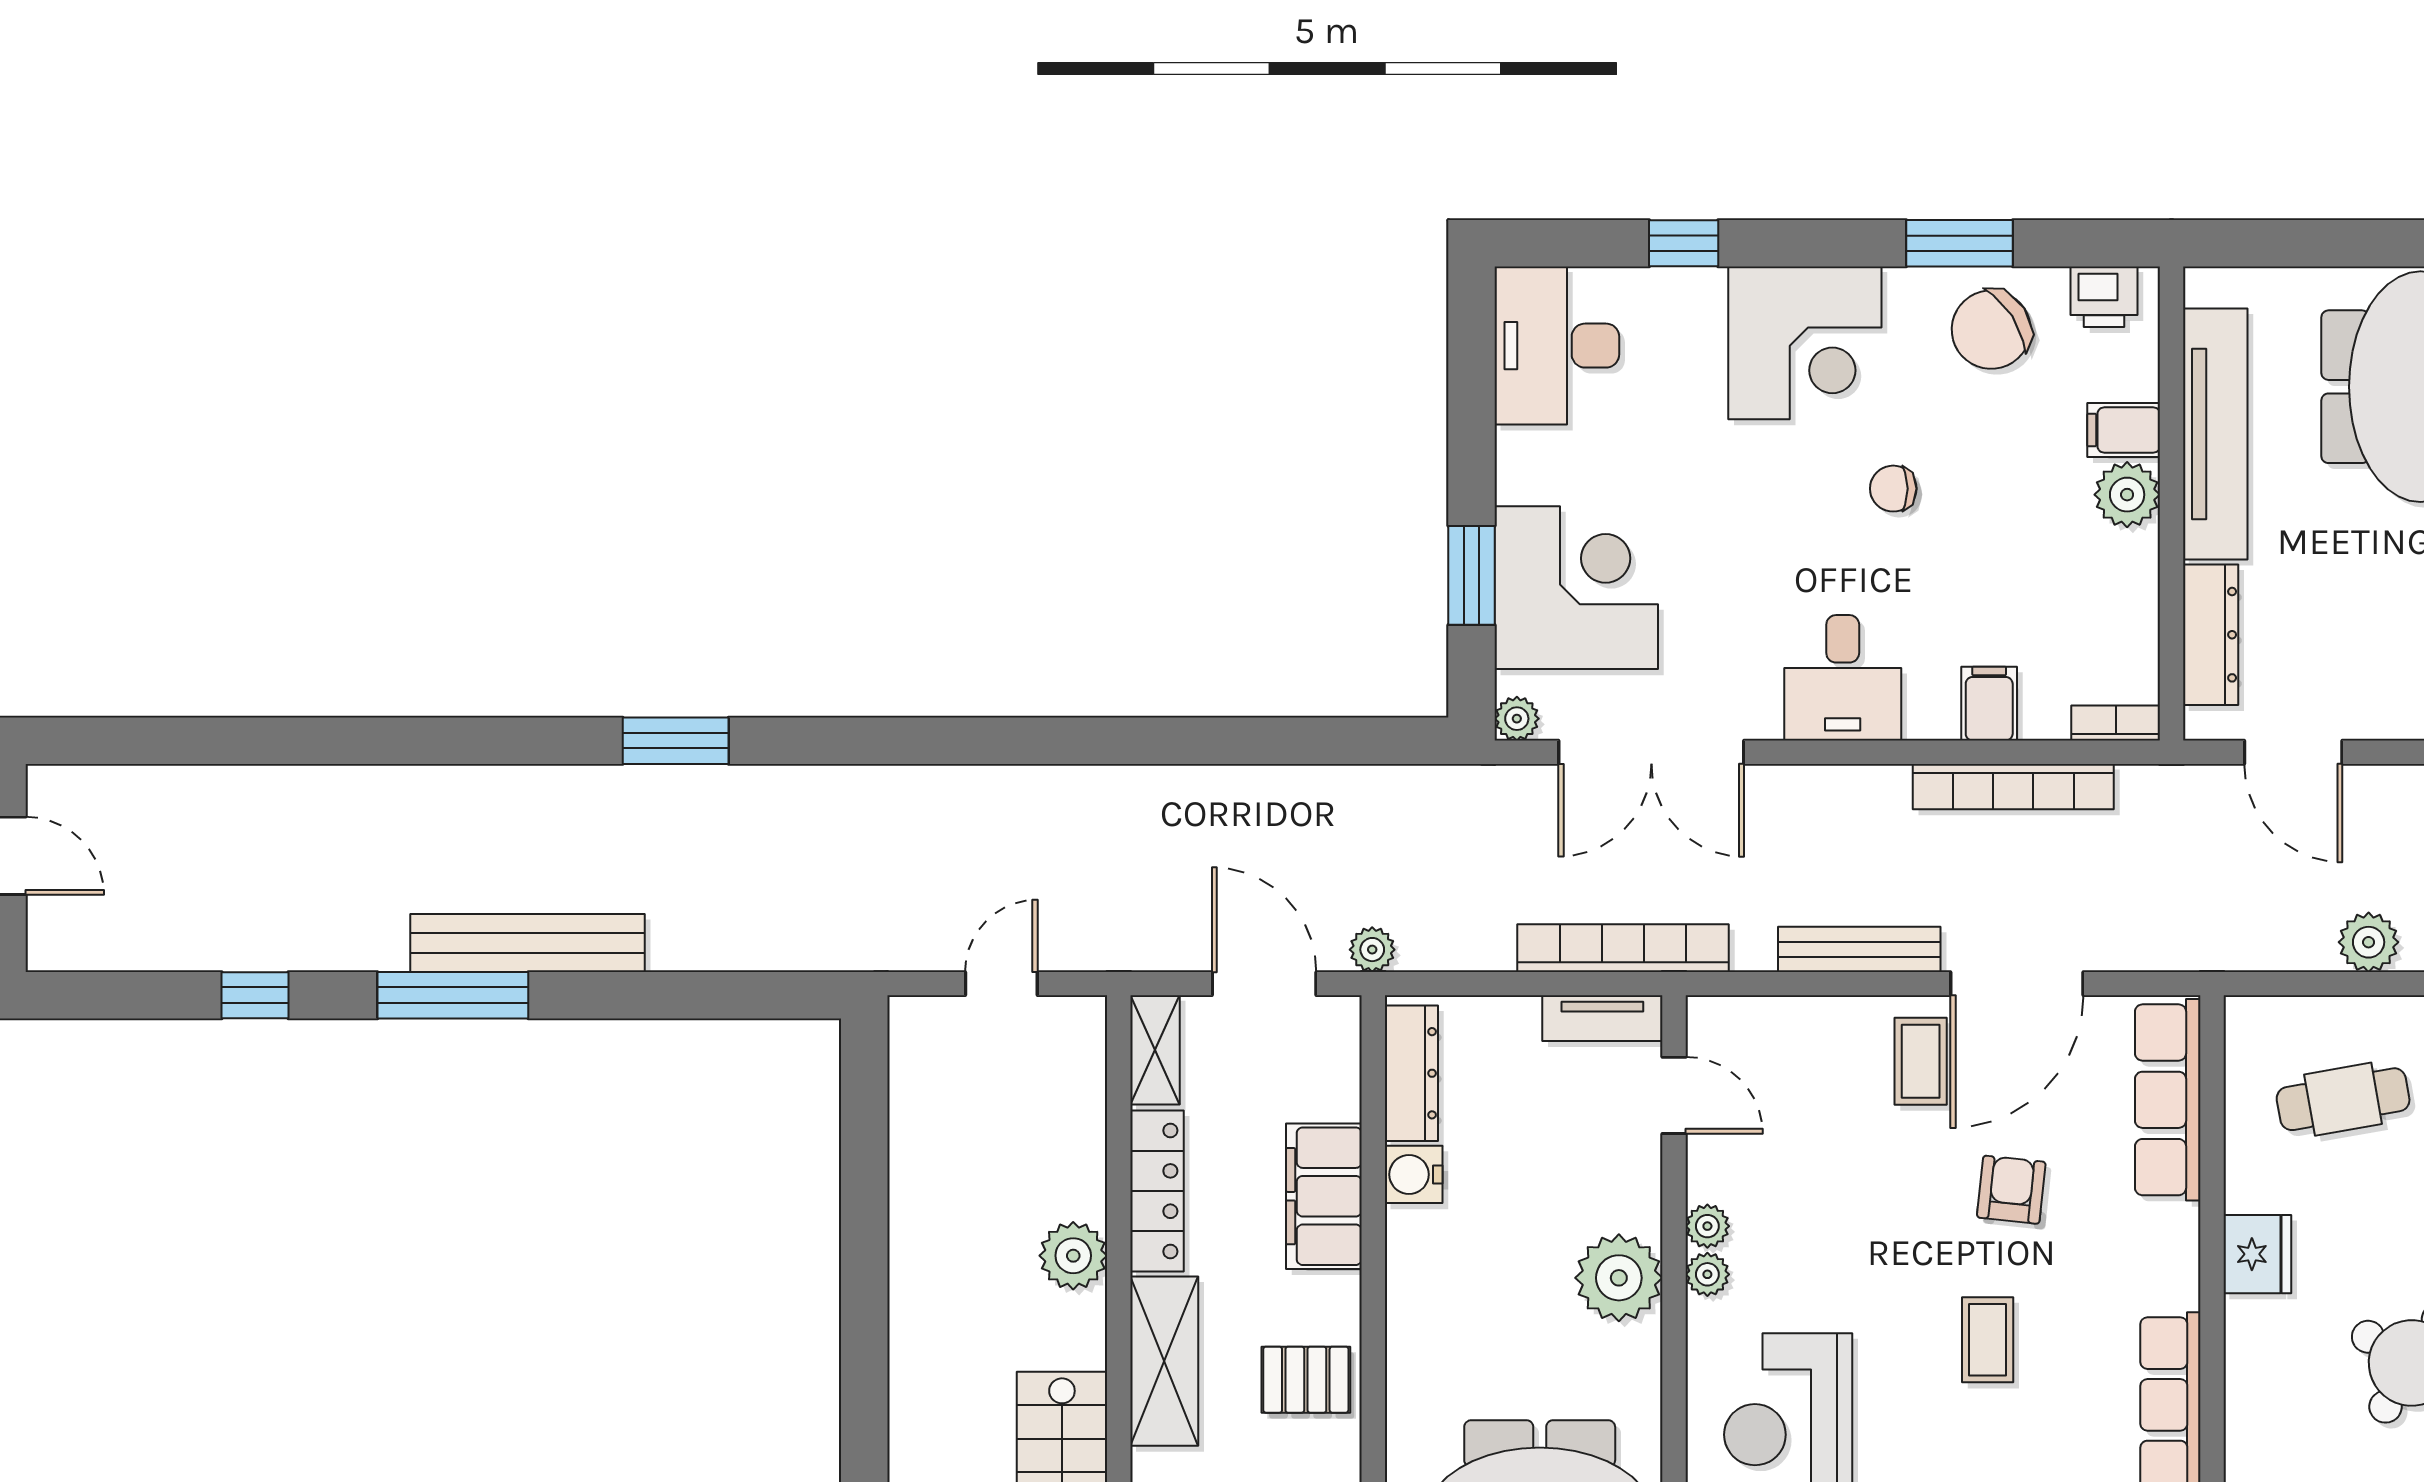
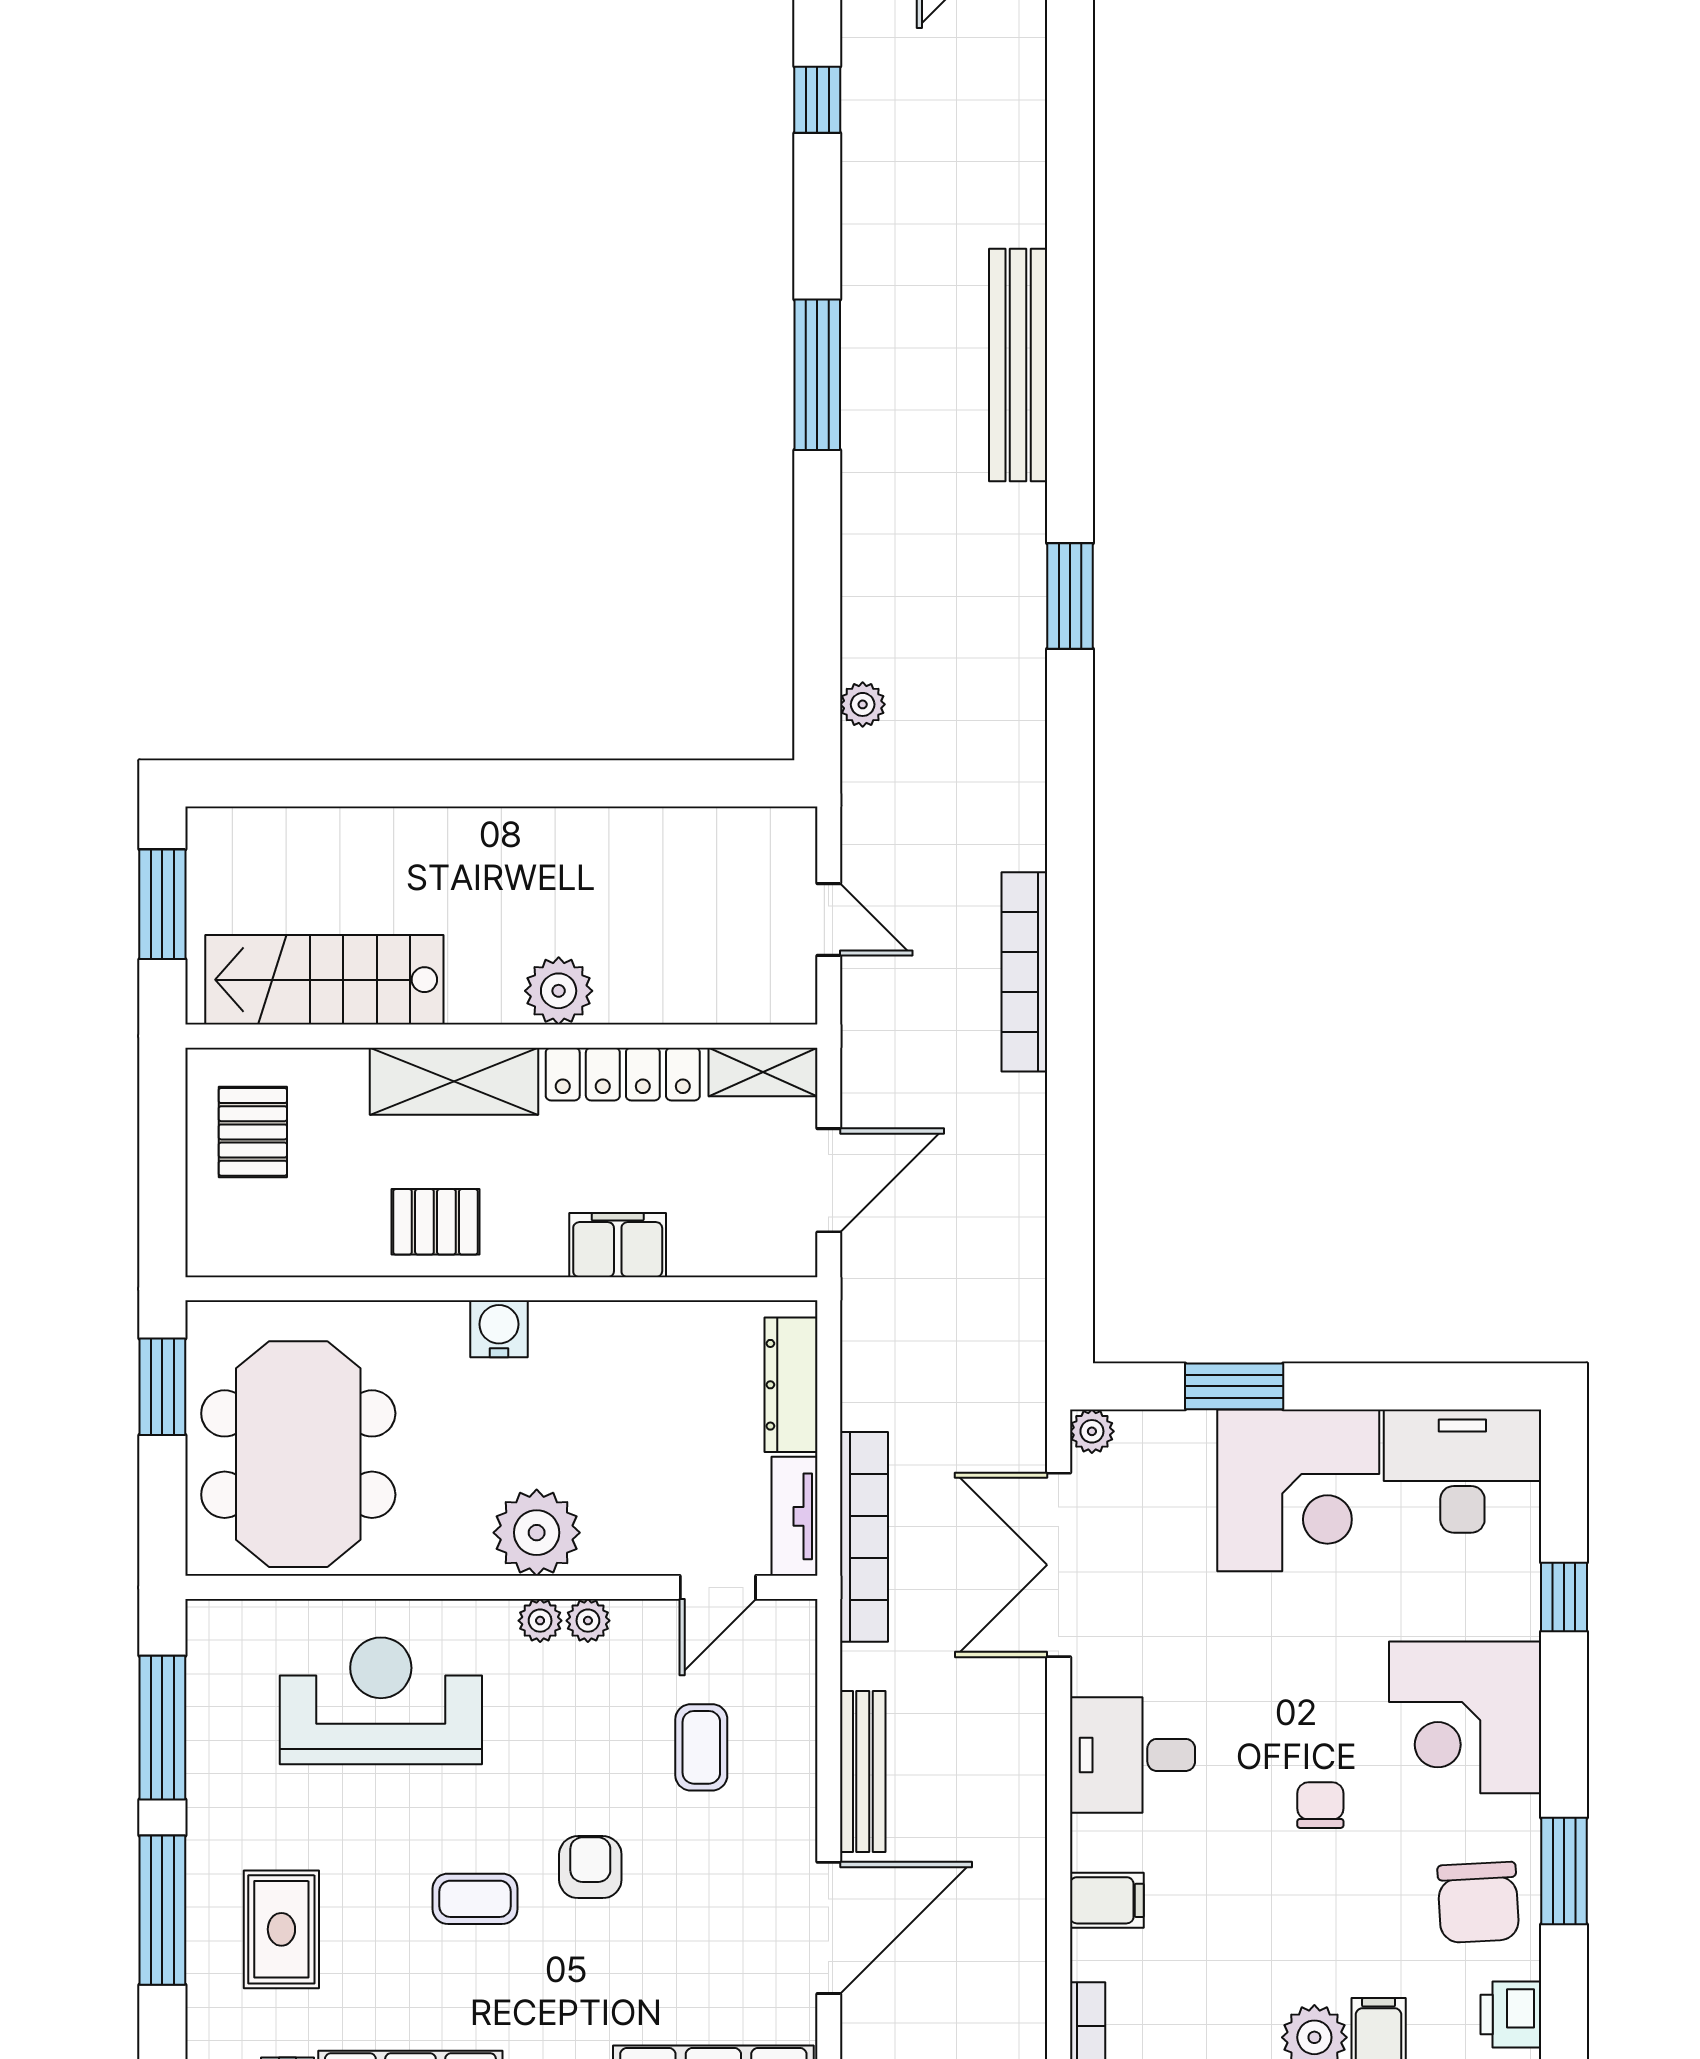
chair: (1991, 330) -> (1478, 1902), turned -150
corner desk: (1576, 588) -> (1298, 1490), moved
bookcase: (2013, 787) -> (1024, 972), moved
bench: (527, 943) -> (1018, 365), moved
plant: (1372, 950) -> (863, 704), moved
door: (2017, 984) -> (829, 1928), swing flipped
window: (255, 995) -> (817, 100), moved
coffee table: (1921, 1061) -> (701, 1747), moved, turned 90
dresser: (1411, 1073) -> (791, 1385), moved, turned 90
water cooler: (1414, 1174) -> (499, 1329), moved
armchair: (2011, 1190) -> (590, 1867), moved, turned -96
filing cabinet: (1324, 1196) -> (618, 1245), width x0.67, depth x0.86
pallet: (1306, 1380) -> (435, 1222), turned 90

